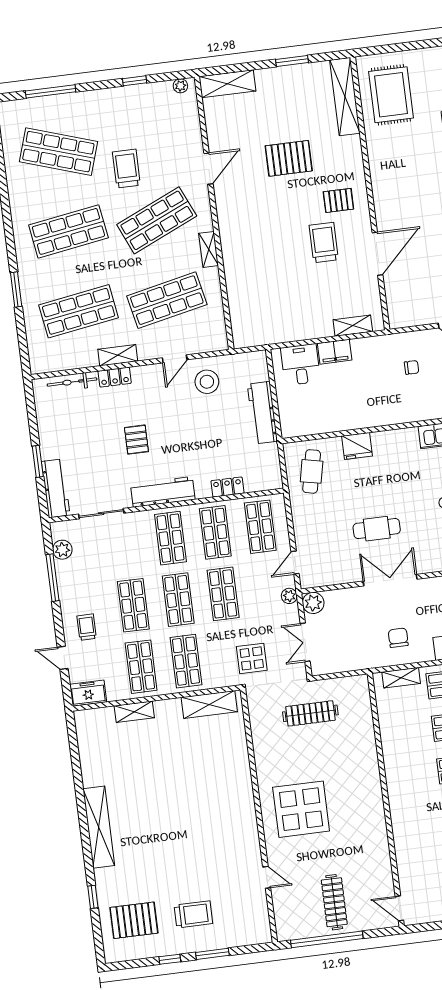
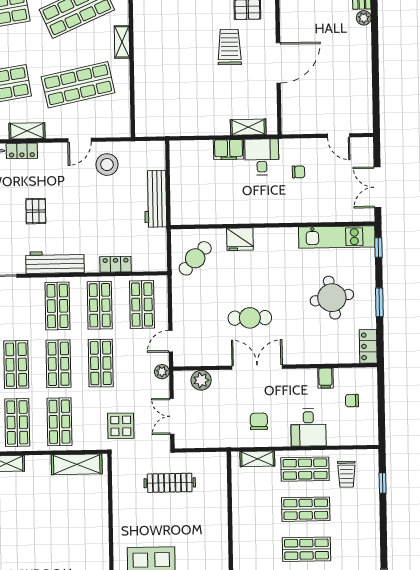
desk: (301, 365) -> (262, 157), moved
cafe table: (312, 471) -> (195, 258), turned 31
plant: (313, 603) -> (201, 380), moved

